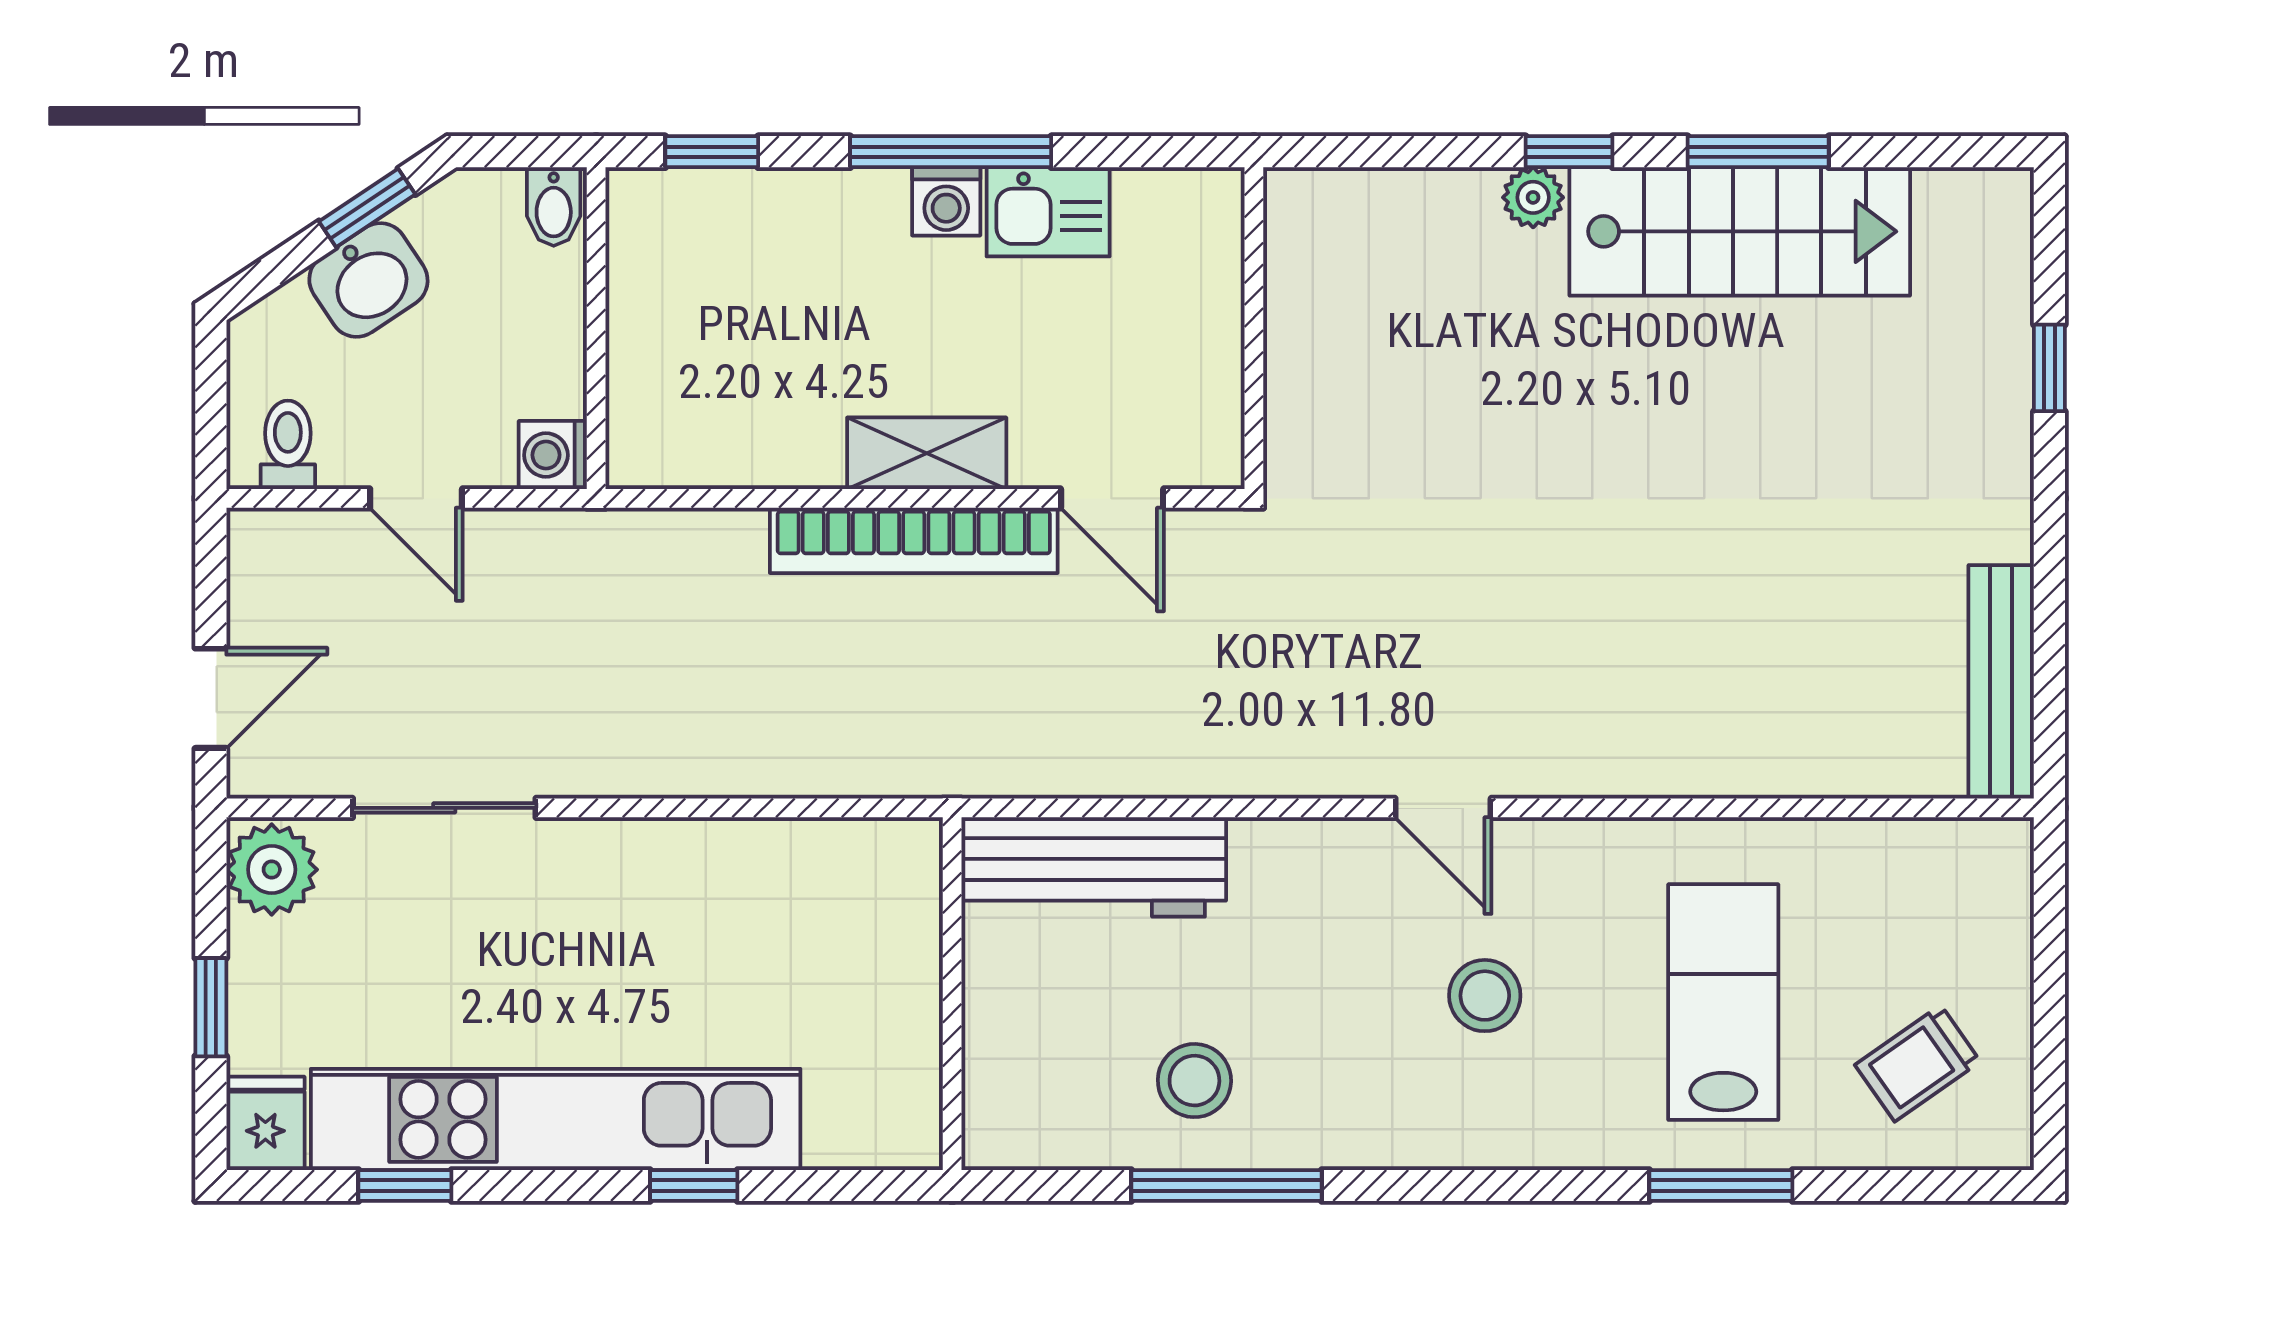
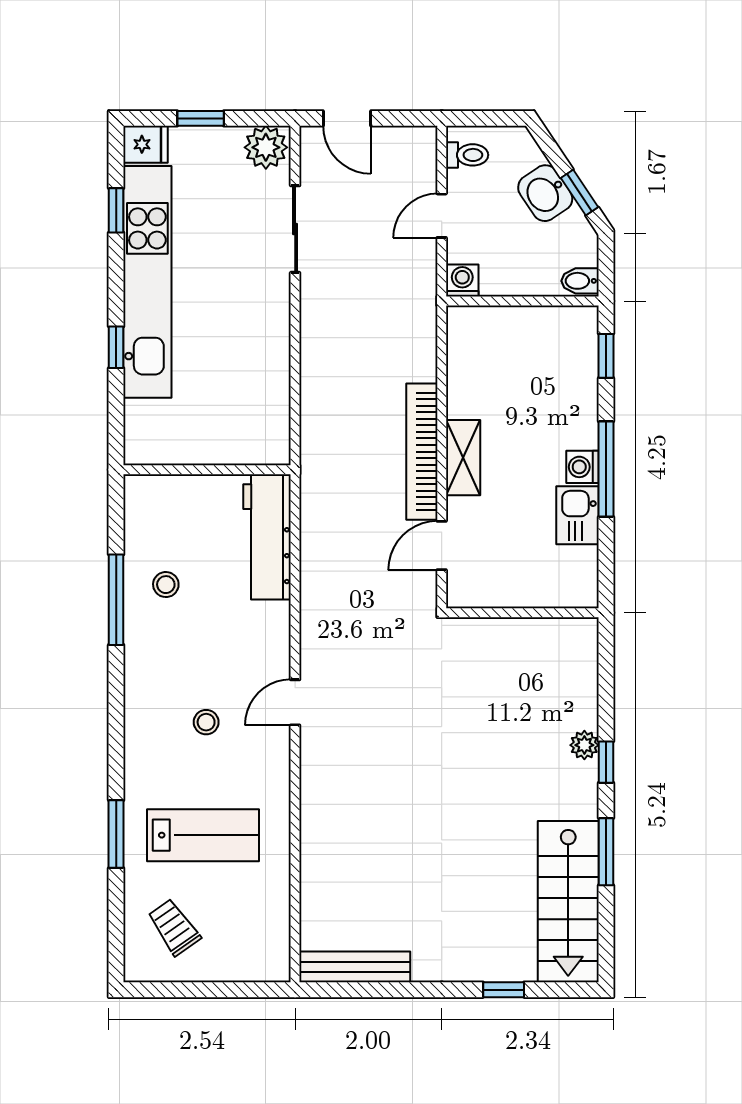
stairs: (1740, 231) -> (568, 902), moved
stool: (1485, 996) -> (206, 722), width x0.73, depth x0.73
stool: (1194, 1081) -> (166, 585), width x0.73, depth x0.73

